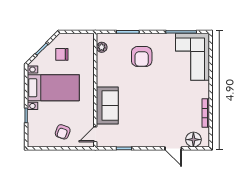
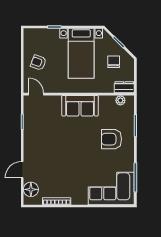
dresser: (88, 43) -> (124, 87), added
sofa: (107, 105) -> (80, 106), moved

